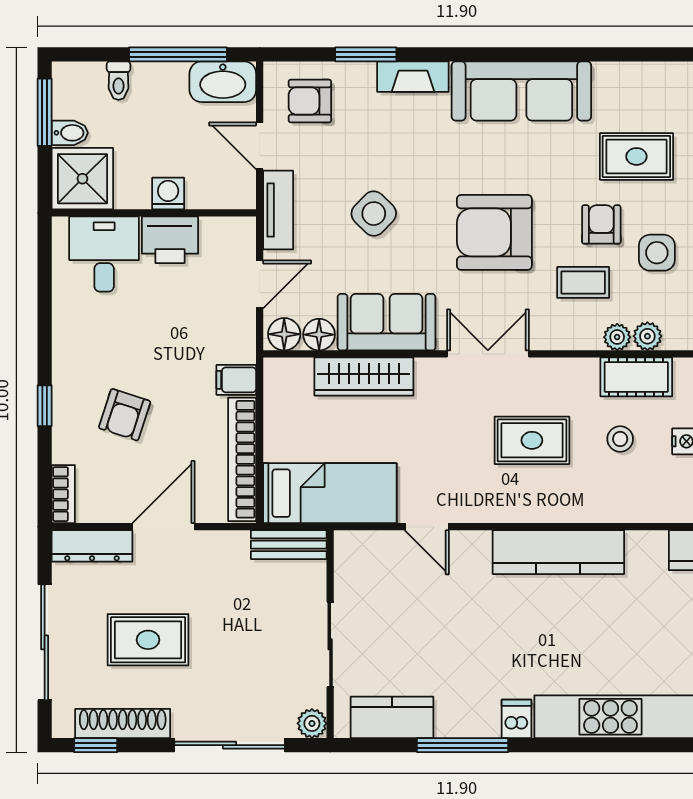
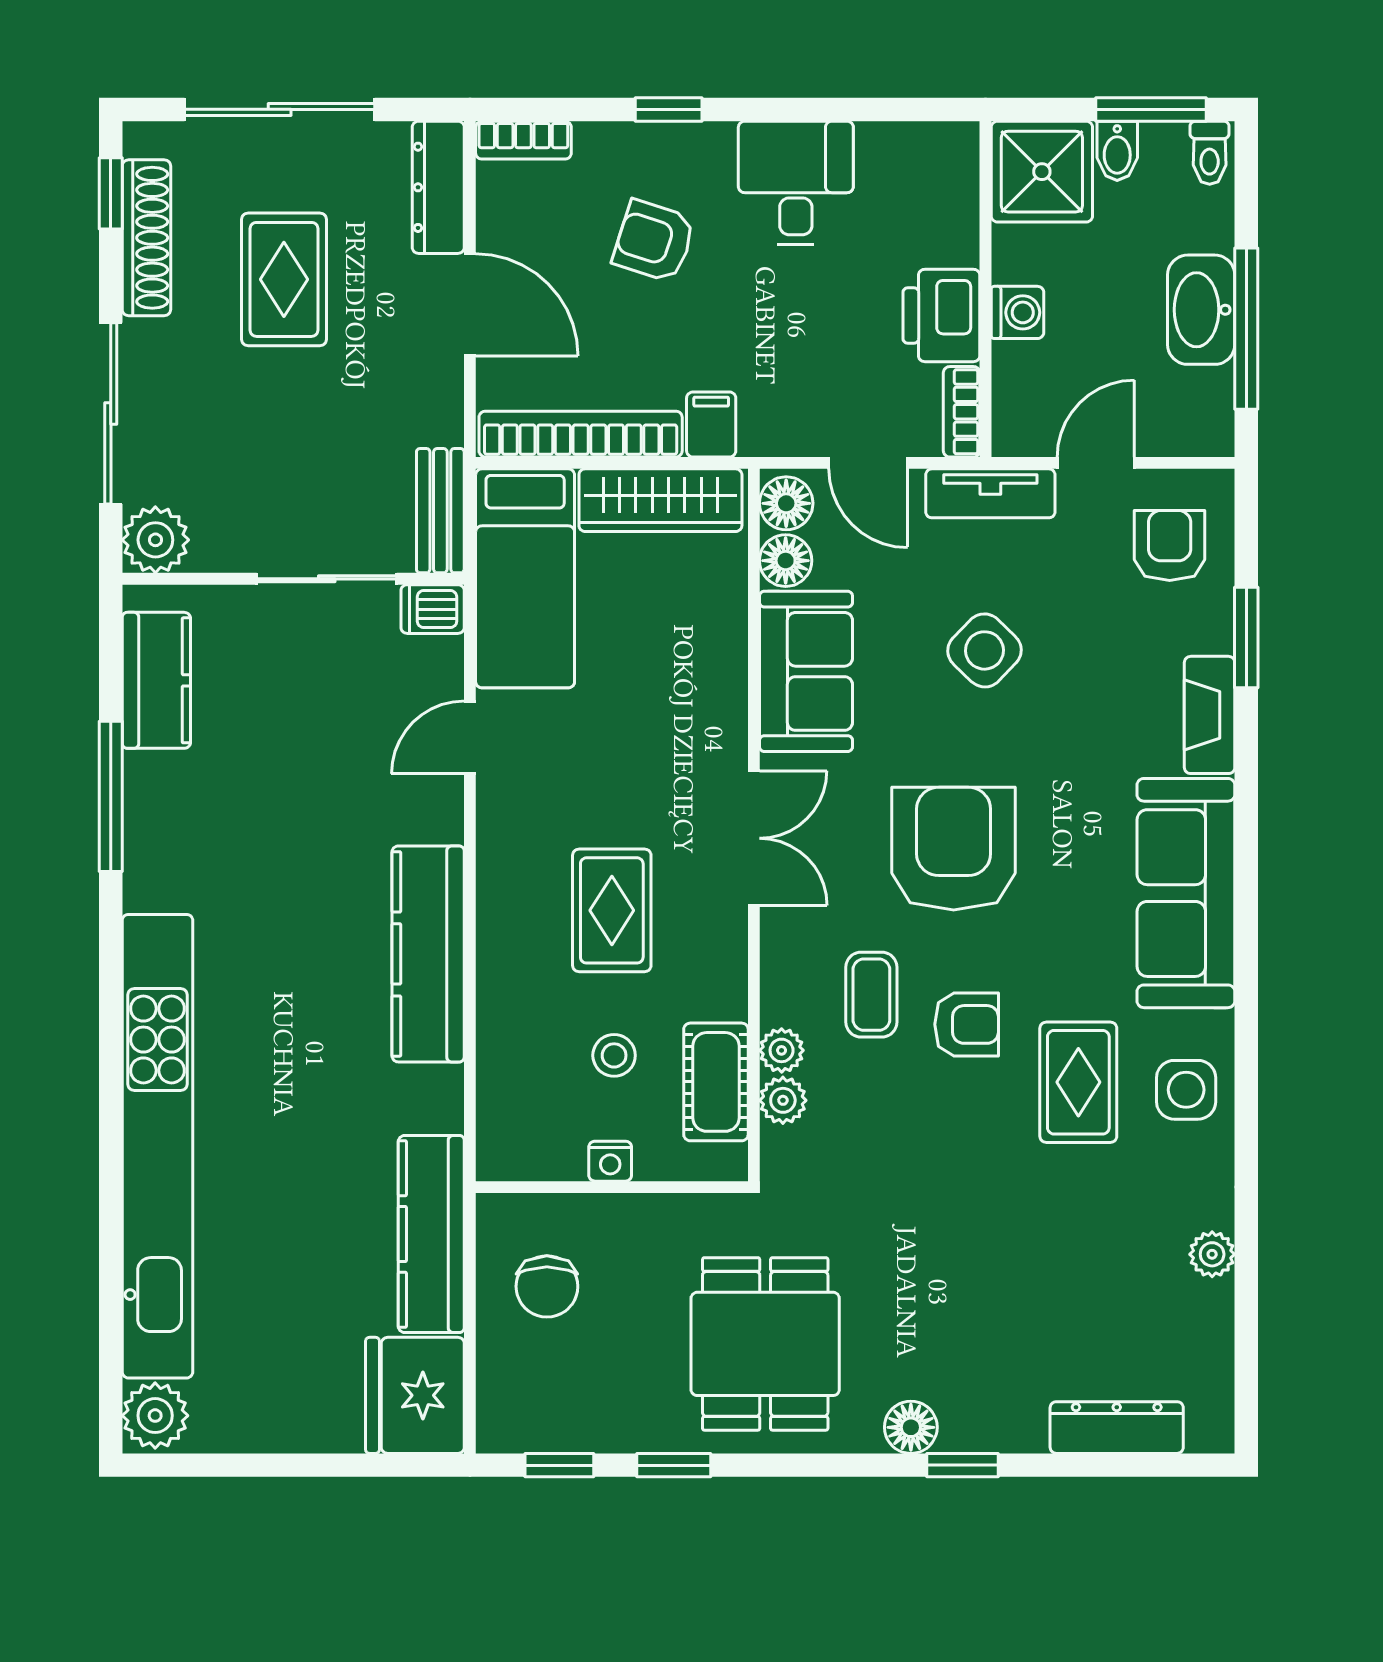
toilet: (119, 81) -> (1210, 153), moved, turned -90
washbasin: (223, 82) -> (1201, 310), moved
bookcase: (229, 227) -> (962, 412), added
side table: (657, 253) -> (1186, 1090), moved
desk: (104, 254) -> (796, 183), moved, turned -90
wardrobe: (364, 377) -> (660, 500), moved, turned -90
sliding door: (330, 644) -> (327, 579), moved
dishwasher: (517, 719) -> (433, 609), moved, turned 180
plant: (312, 723) -> (155, 540), width x1.38, depth x1.38

